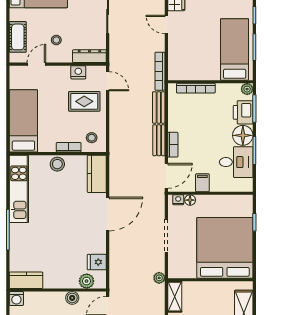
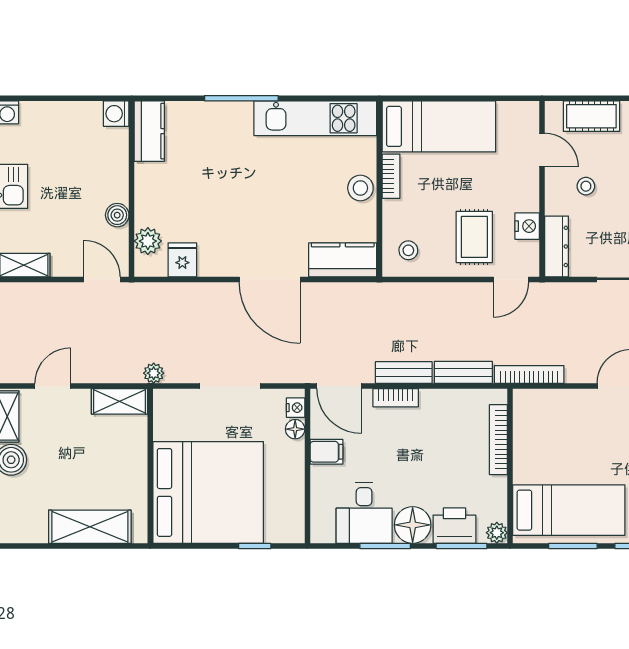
bookcase: (69, 147) -> (391, 176), moved

